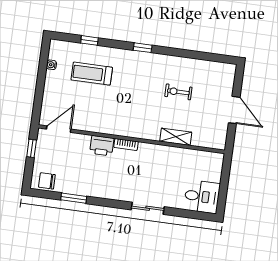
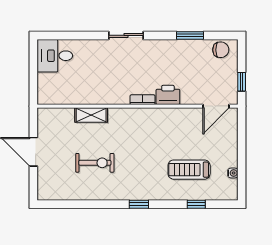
treadmill: (92, 74) -> (189, 170), turned 180
exercise bike: (178, 92) -> (95, 163), width x1.38, depth x1.39
sliding door: (148, 208) -> (126, 35), moved

